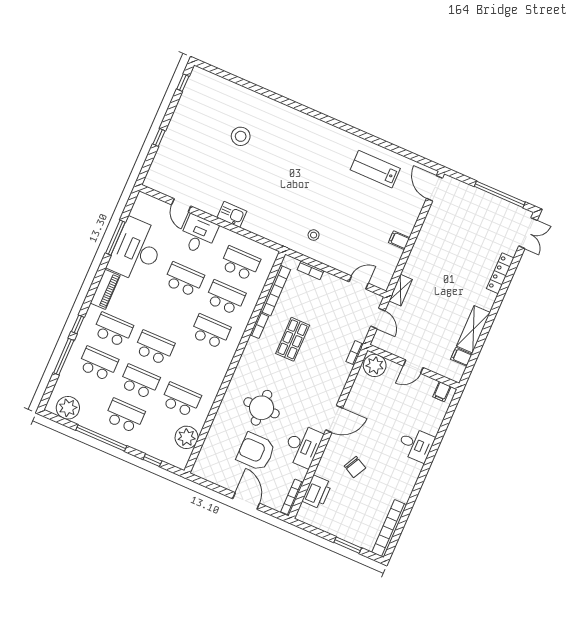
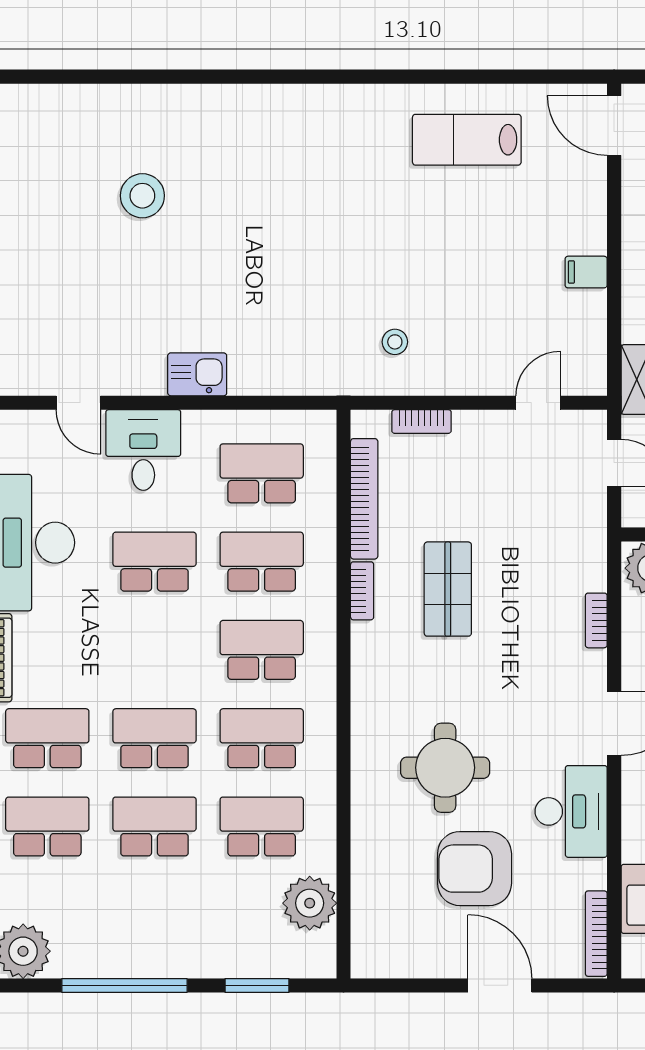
bookcase: (355, 353) -> (596, 620), moved
school desk: (125, 416) -> (262, 738), moved
window: (152, 460) -> (257, 985), width x1.50

